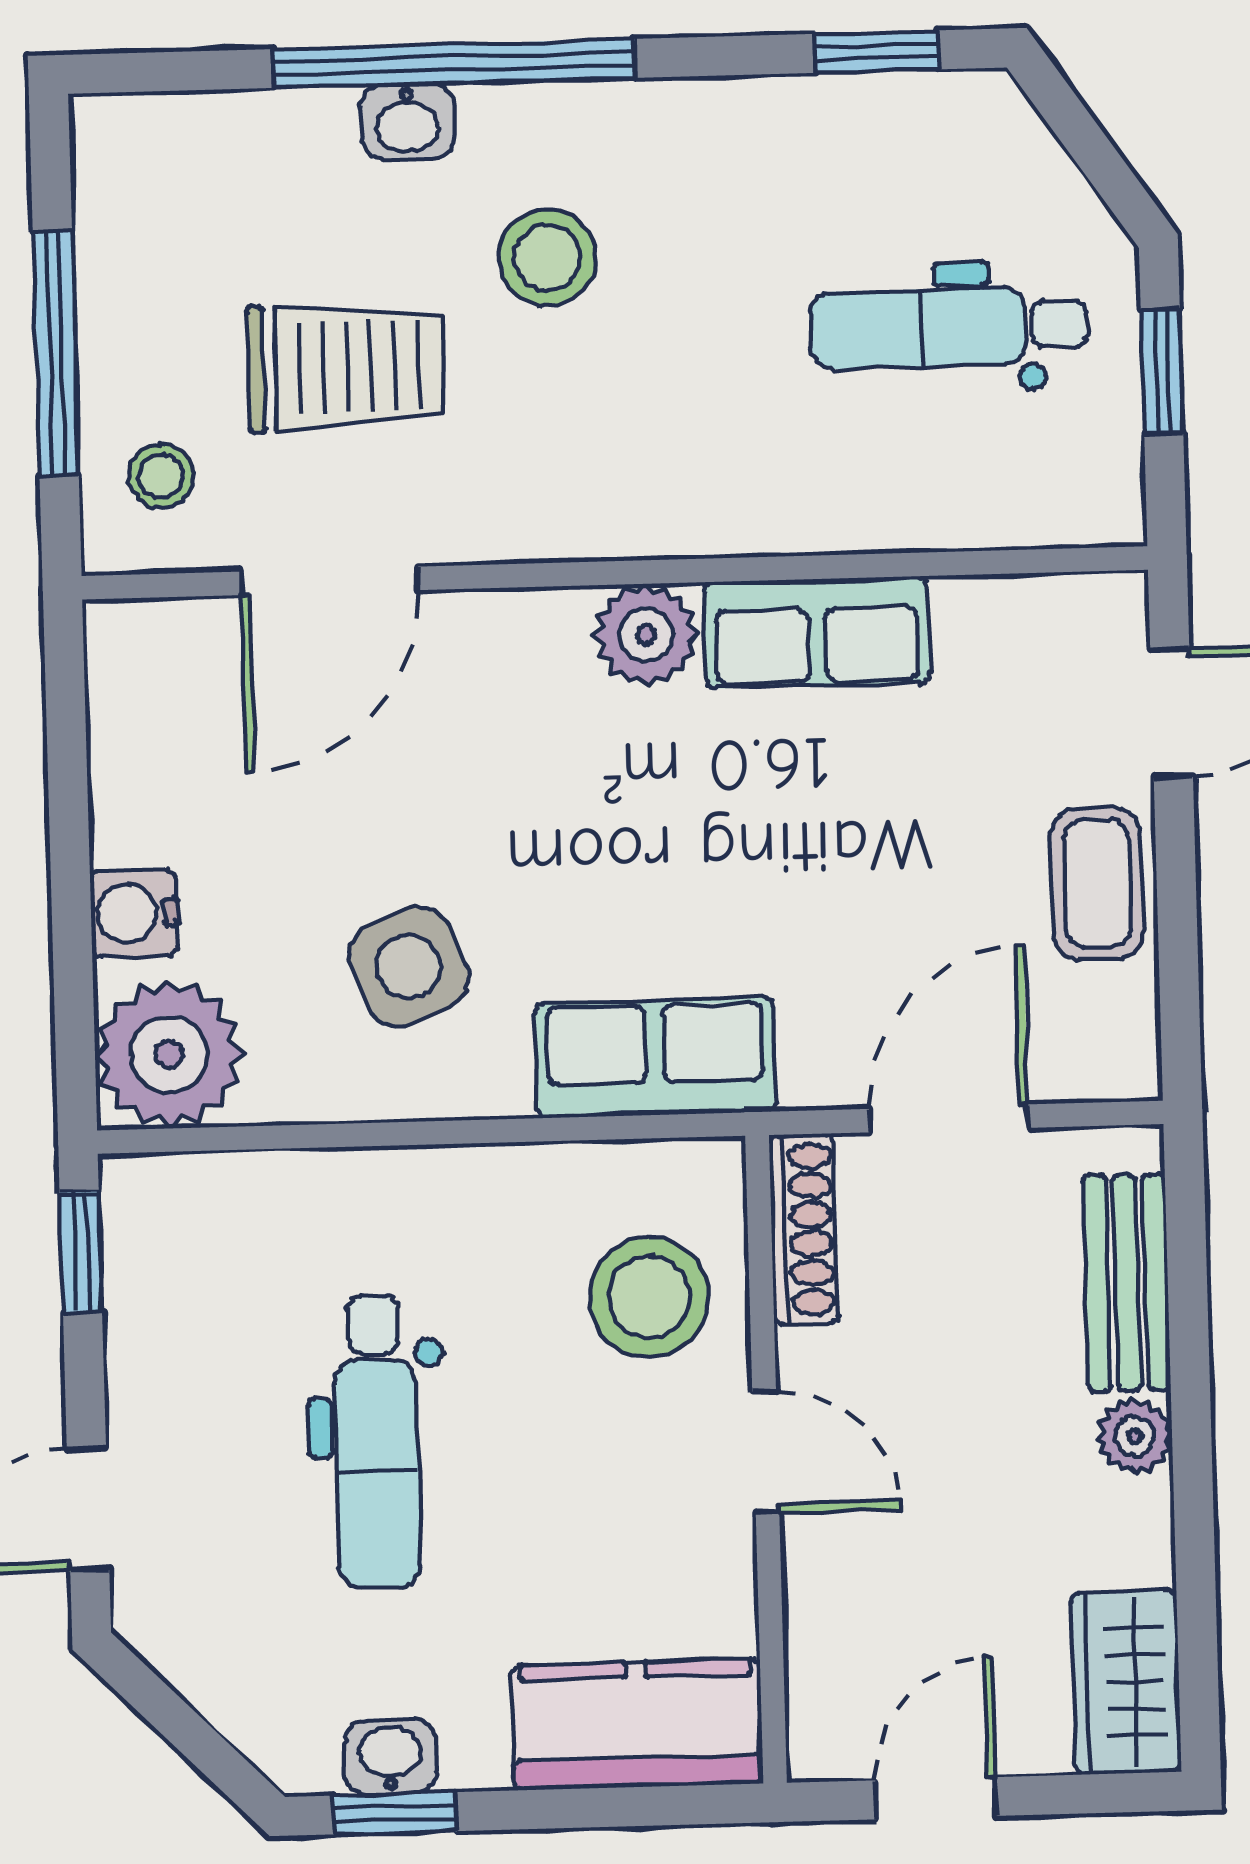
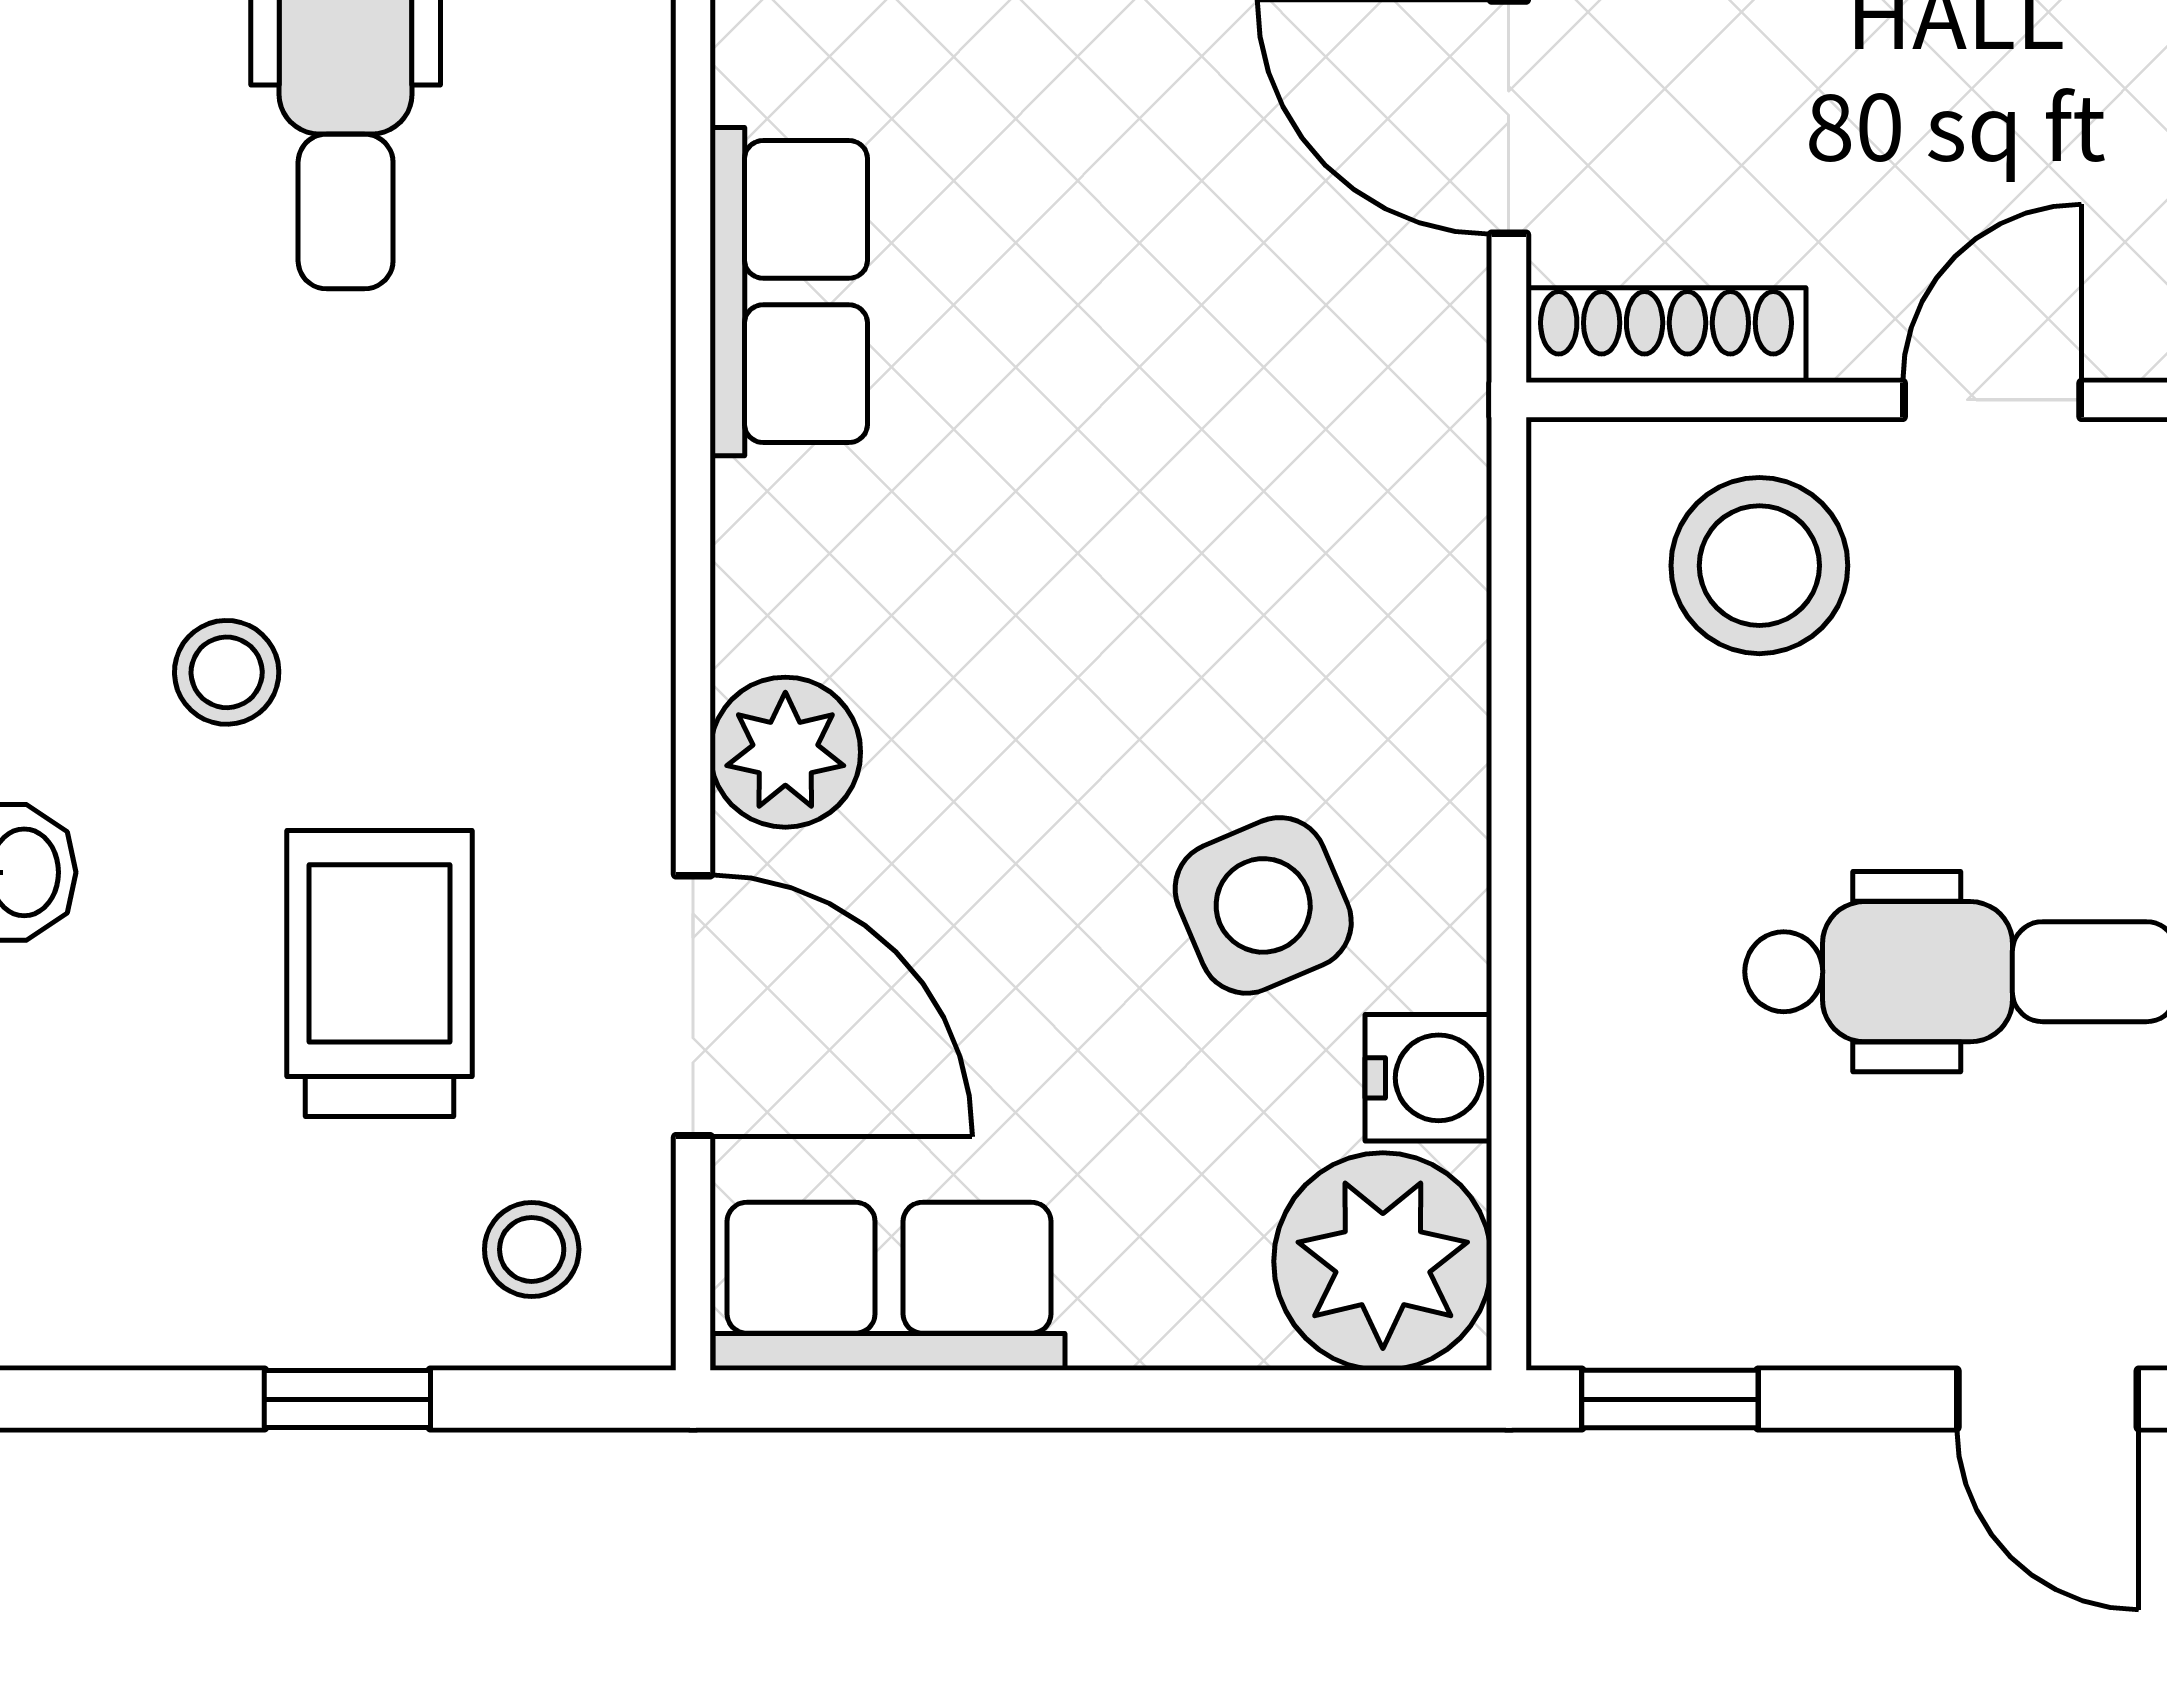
stool: (547, 258) -> (227, 672), width x0.73, depth x0.73
window: (56, 353) -> (347, 1399), width x0.46
plant: (646, 635) -> (785, 752), moved
water cooler: (134, 913) -> (1428, 1078), moved, turned -90
row of seats: (655, 1058) -> (889, 1286), moved, turned 90

